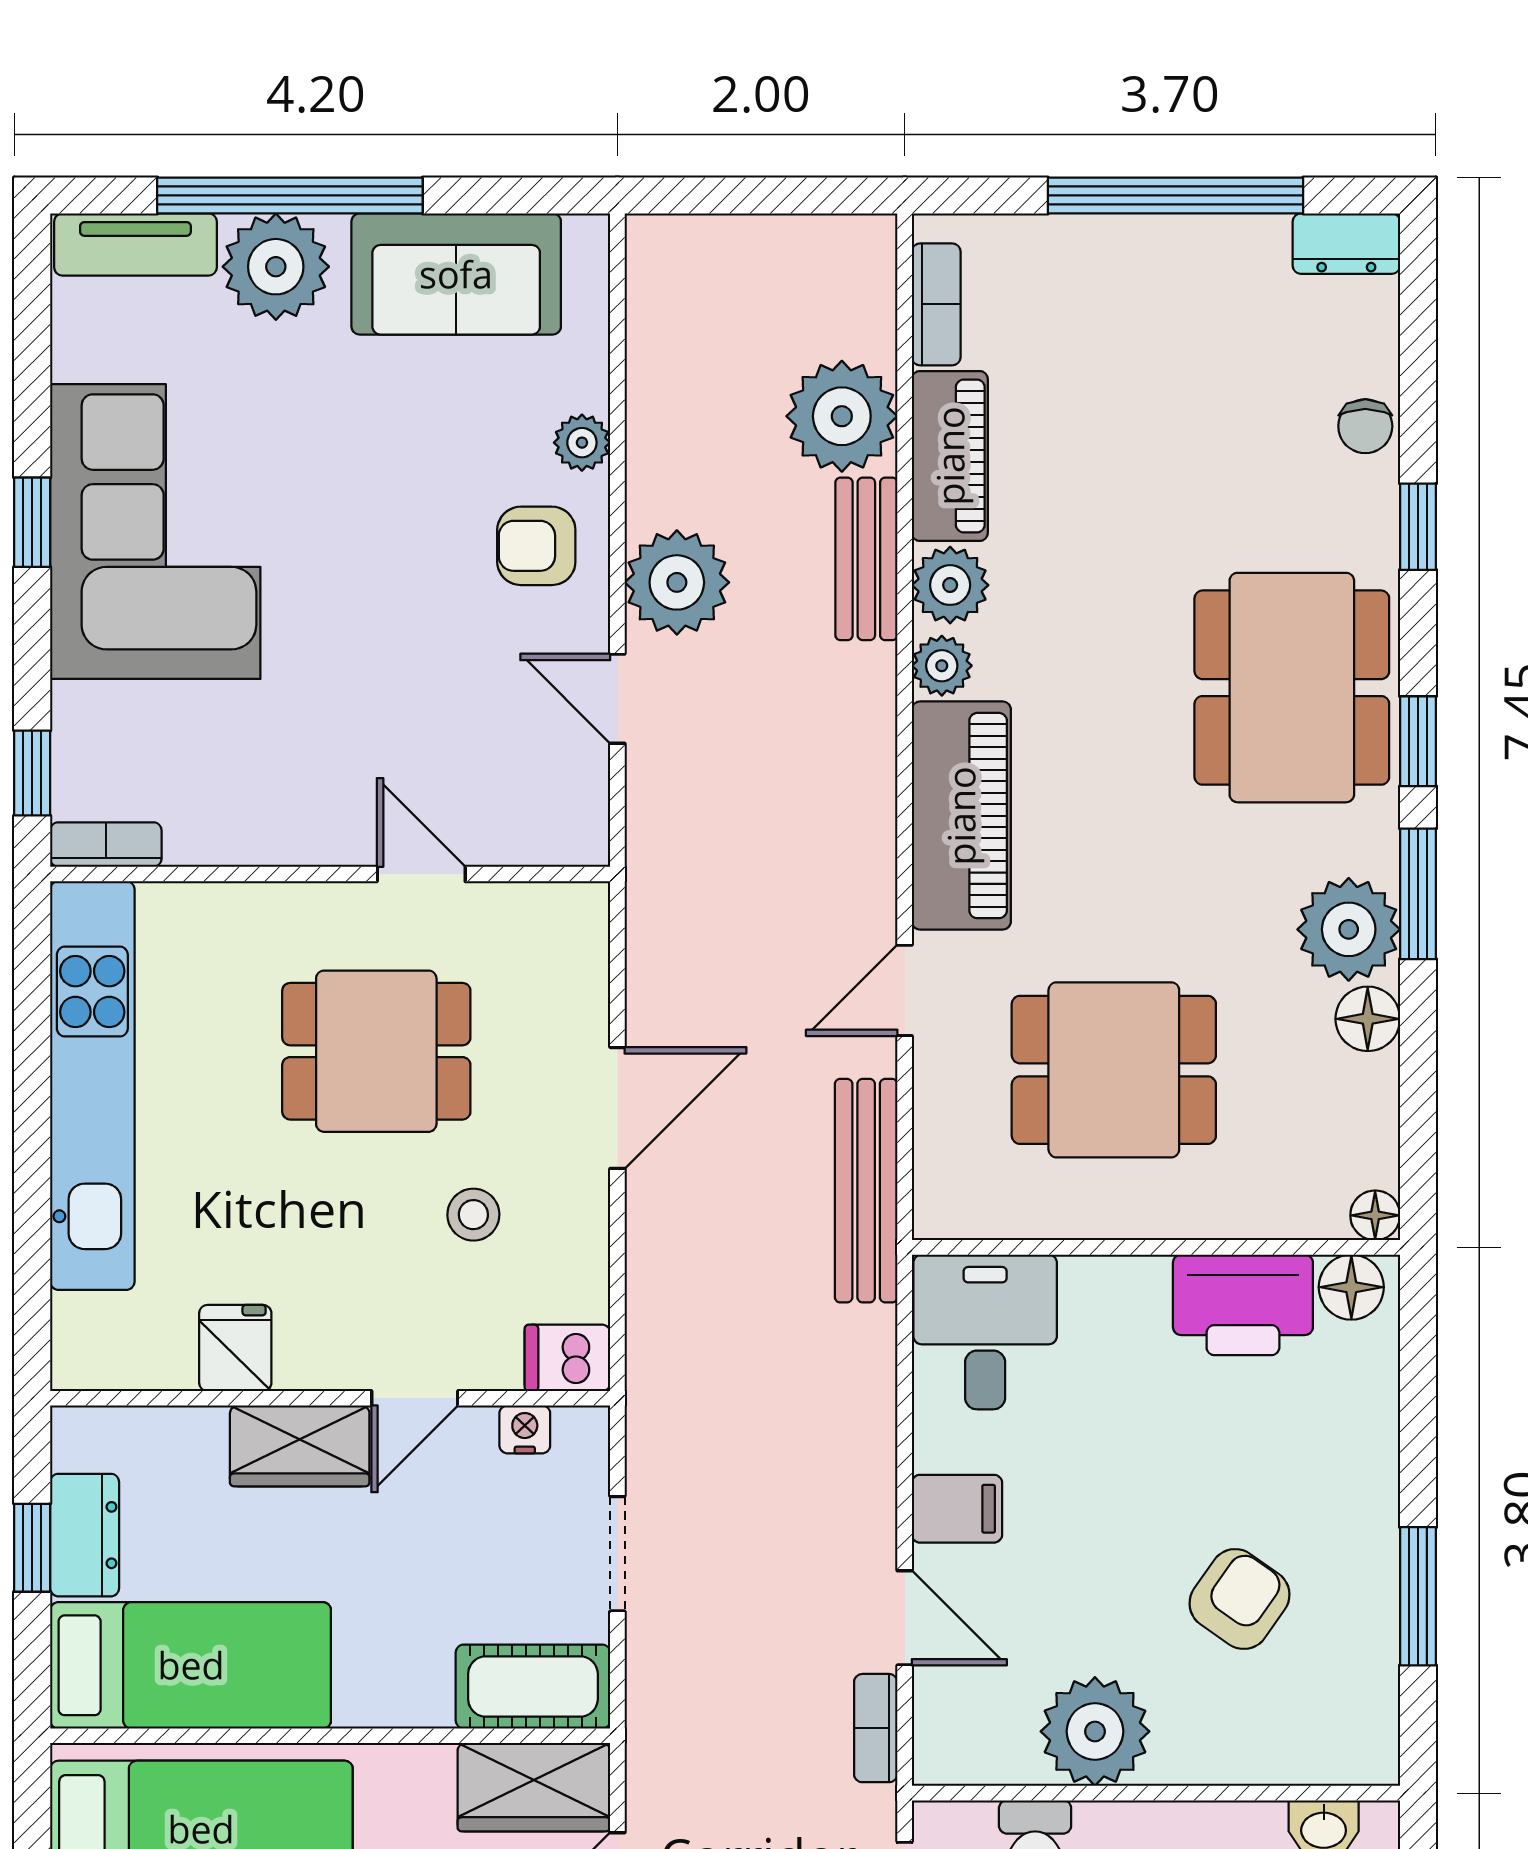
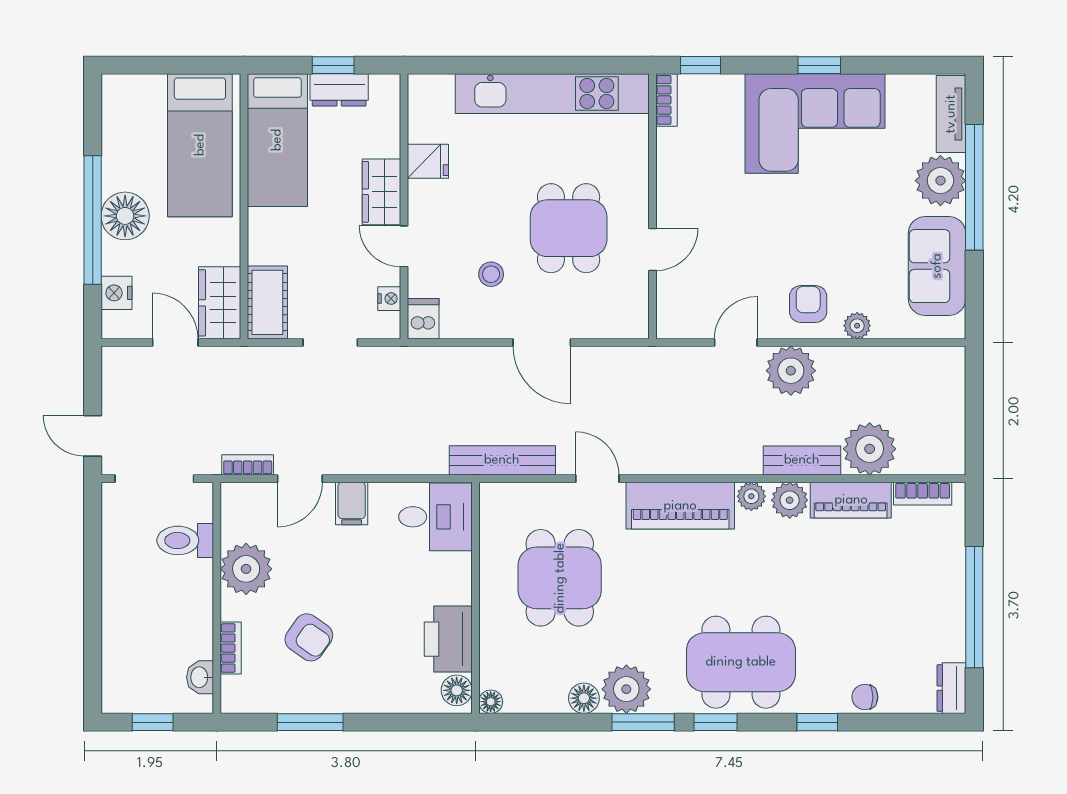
bookcase: (1262, 1764) -> (231, 648), added

